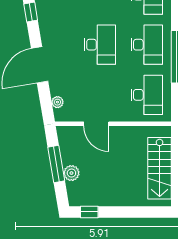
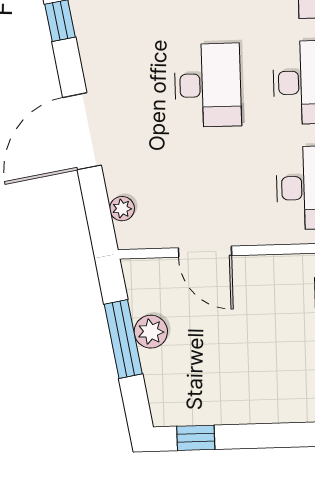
plant: (71, 173) -> (151, 332), moved

